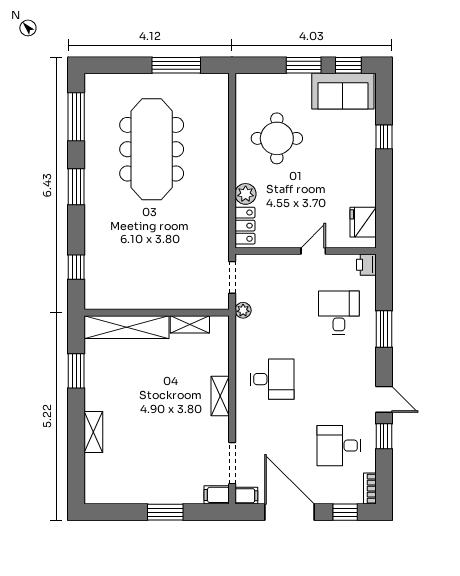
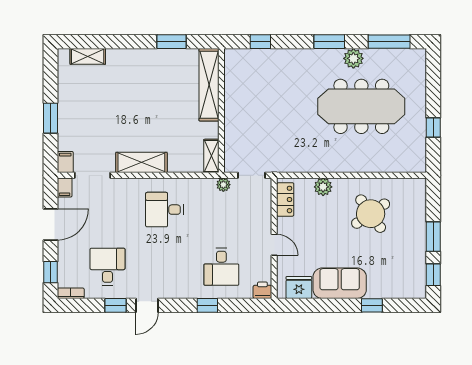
window: (176, 65) -> (433, 127), width x0.46
sofa: (343, 91) -> (340, 283), moved, turned 90
round table: (277, 138) -> (371, 214), turned -35
plant: (96, 158) -> (353, 58), added
locker: (245, 226) -> (285, 199), moved, turned -90
desk: (339, 313) -> (221, 267), turned 90
shelving: (190, 324) -> (211, 156), moved
window: (384, 329) -> (207, 305), width x0.67
desk: (272, 379) -> (164, 210), turned 90
shelving: (220, 396) -> (141, 162), width x1.50, depth x1.33
shelving: (93, 432) -> (88, 56), moved
door: (289, 512) -> (50, 224), width x0.73

